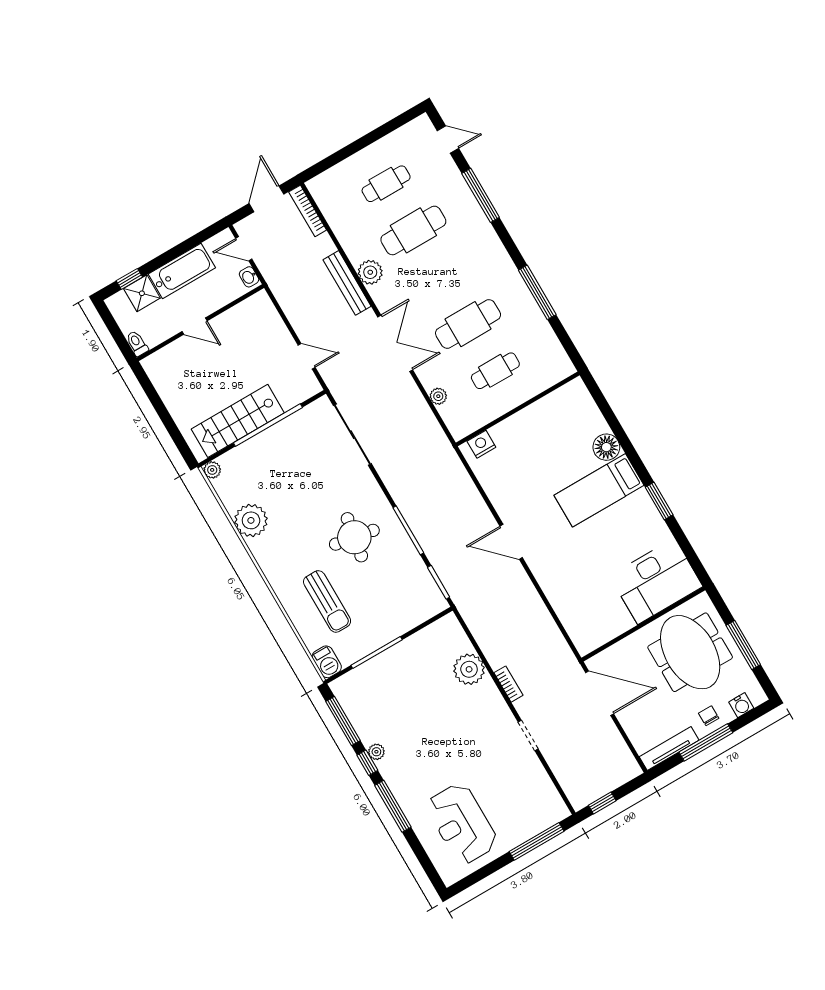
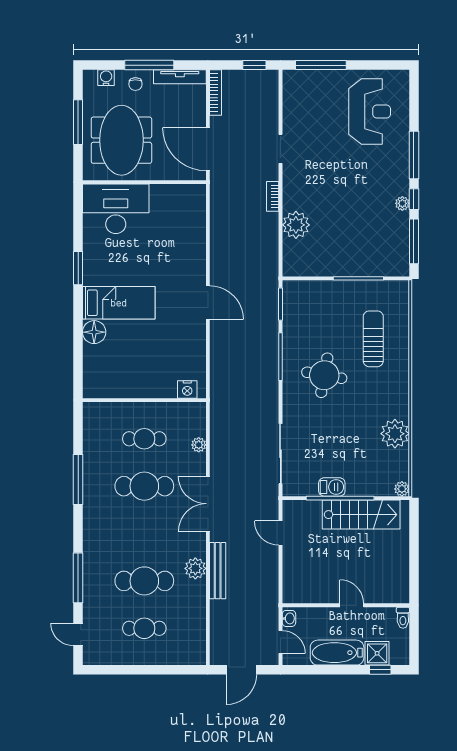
bookcase: (308, 211) -> (216, 92), moved
barbecue: (327, 662) -> (332, 487), moved, turned 90

